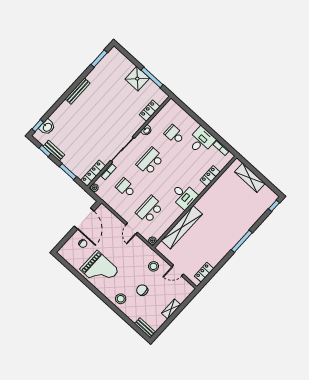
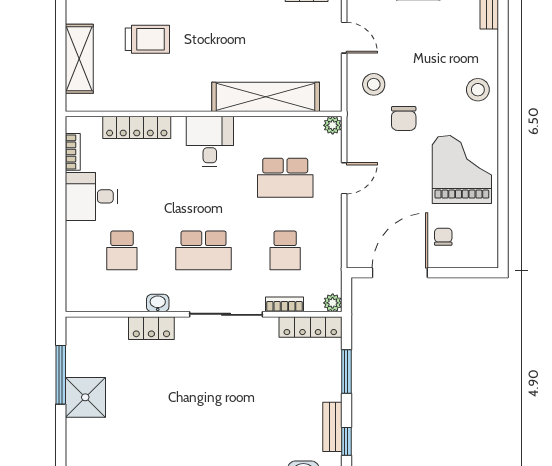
locker: (150, 111) -> (151, 328), moved
locker: (210, 176) -> (137, 127), width x1.53
trolley: (236, 206) -> (147, 39), added
chair: (142, 290) -> (404, 118), moved

